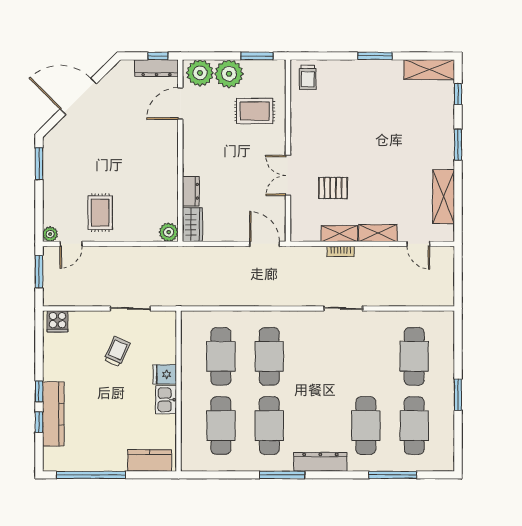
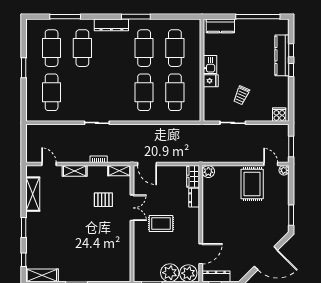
trolley: (308, 77) -> (120, 270), removed
rug: (255, 111) -> (161, 224), moved
rug: (100, 213) -> (252, 184), width x1.36, depth x1.43
shelving: (339, 234) -> (119, 171), moved
door: (71, 244) -> (271, 164), hinge flipped

